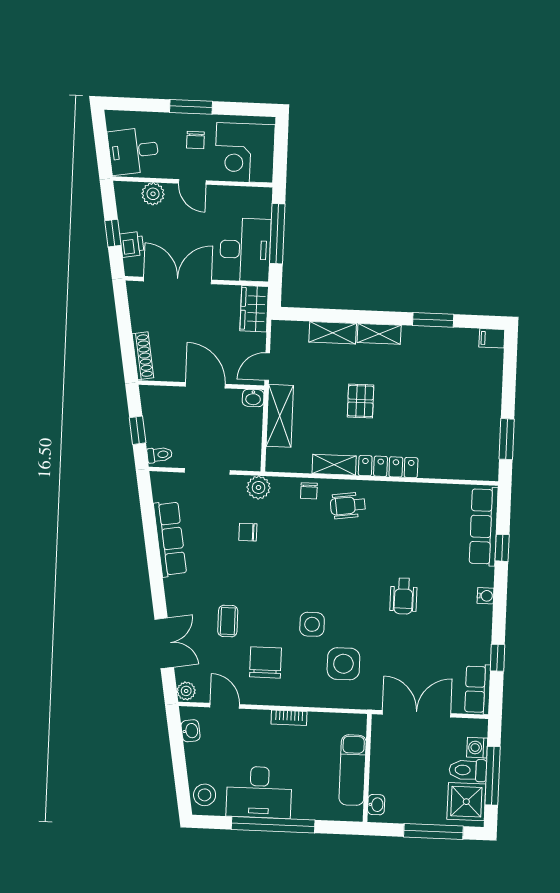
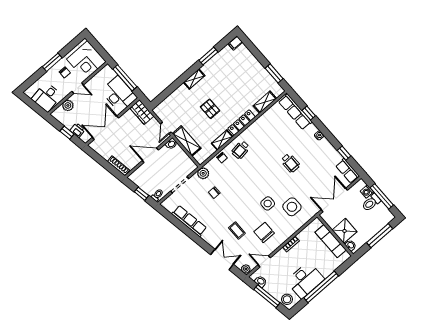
shelving: (333, 333) -> (265, 102), moved
window: (179, 762) -> (267, 296), added
shower: (466, 802) -> (345, 231), moved

